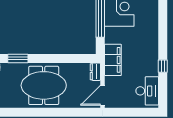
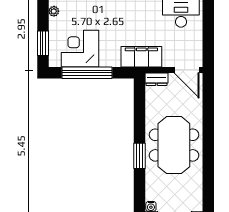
window: (18, 58) -> (140, 156), moved

